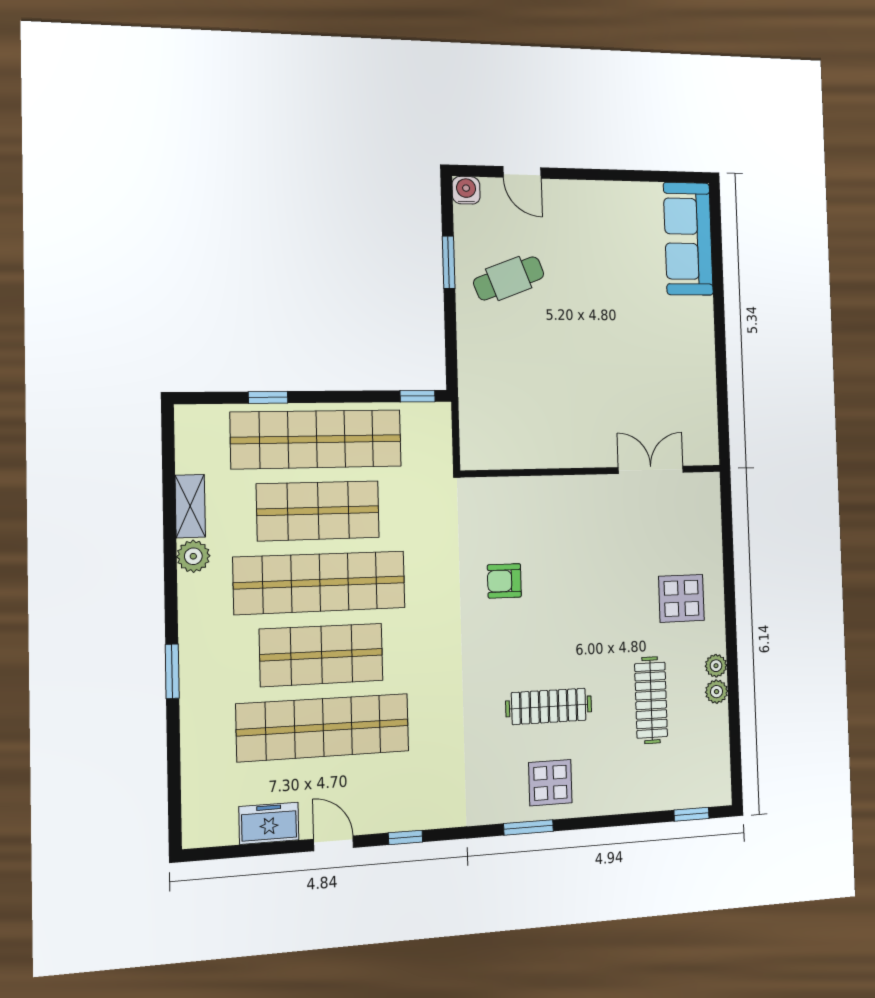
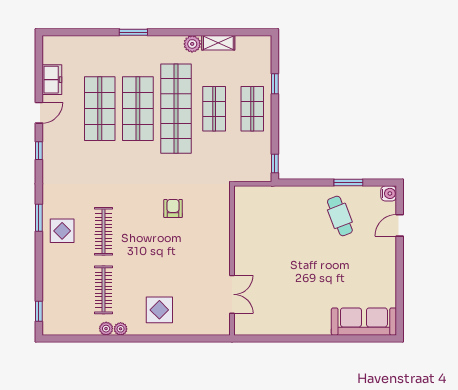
shop shelf: (316, 439) -> (252, 109), width x0.50, depth x0.74
shop shelf: (318, 511) -> (214, 109), width x0.70, depth x0.74
clothes rail: (651, 700) -> (104, 290), turned 90
shop shelf: (323, 727) -> (100, 109), width x0.71

